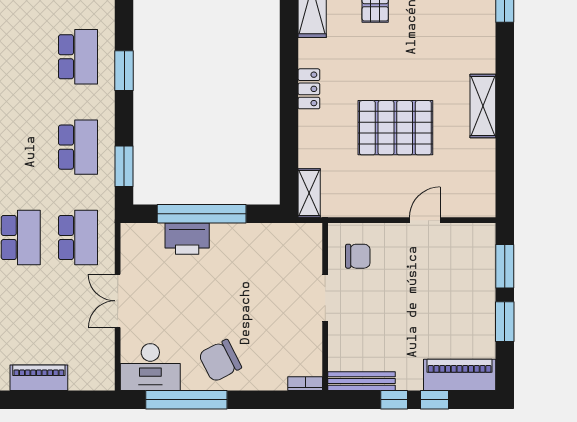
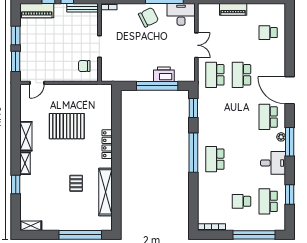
window: (124, 71) -> (193, 153), width x2.11
locker: (309, 89) -> (107, 144), width x1.53
school desk: (78, 147) -> (215, 117), removed
shelving: (309, 193) -> (25, 163), moved
door: (425, 220) -> (37, 83), moved

